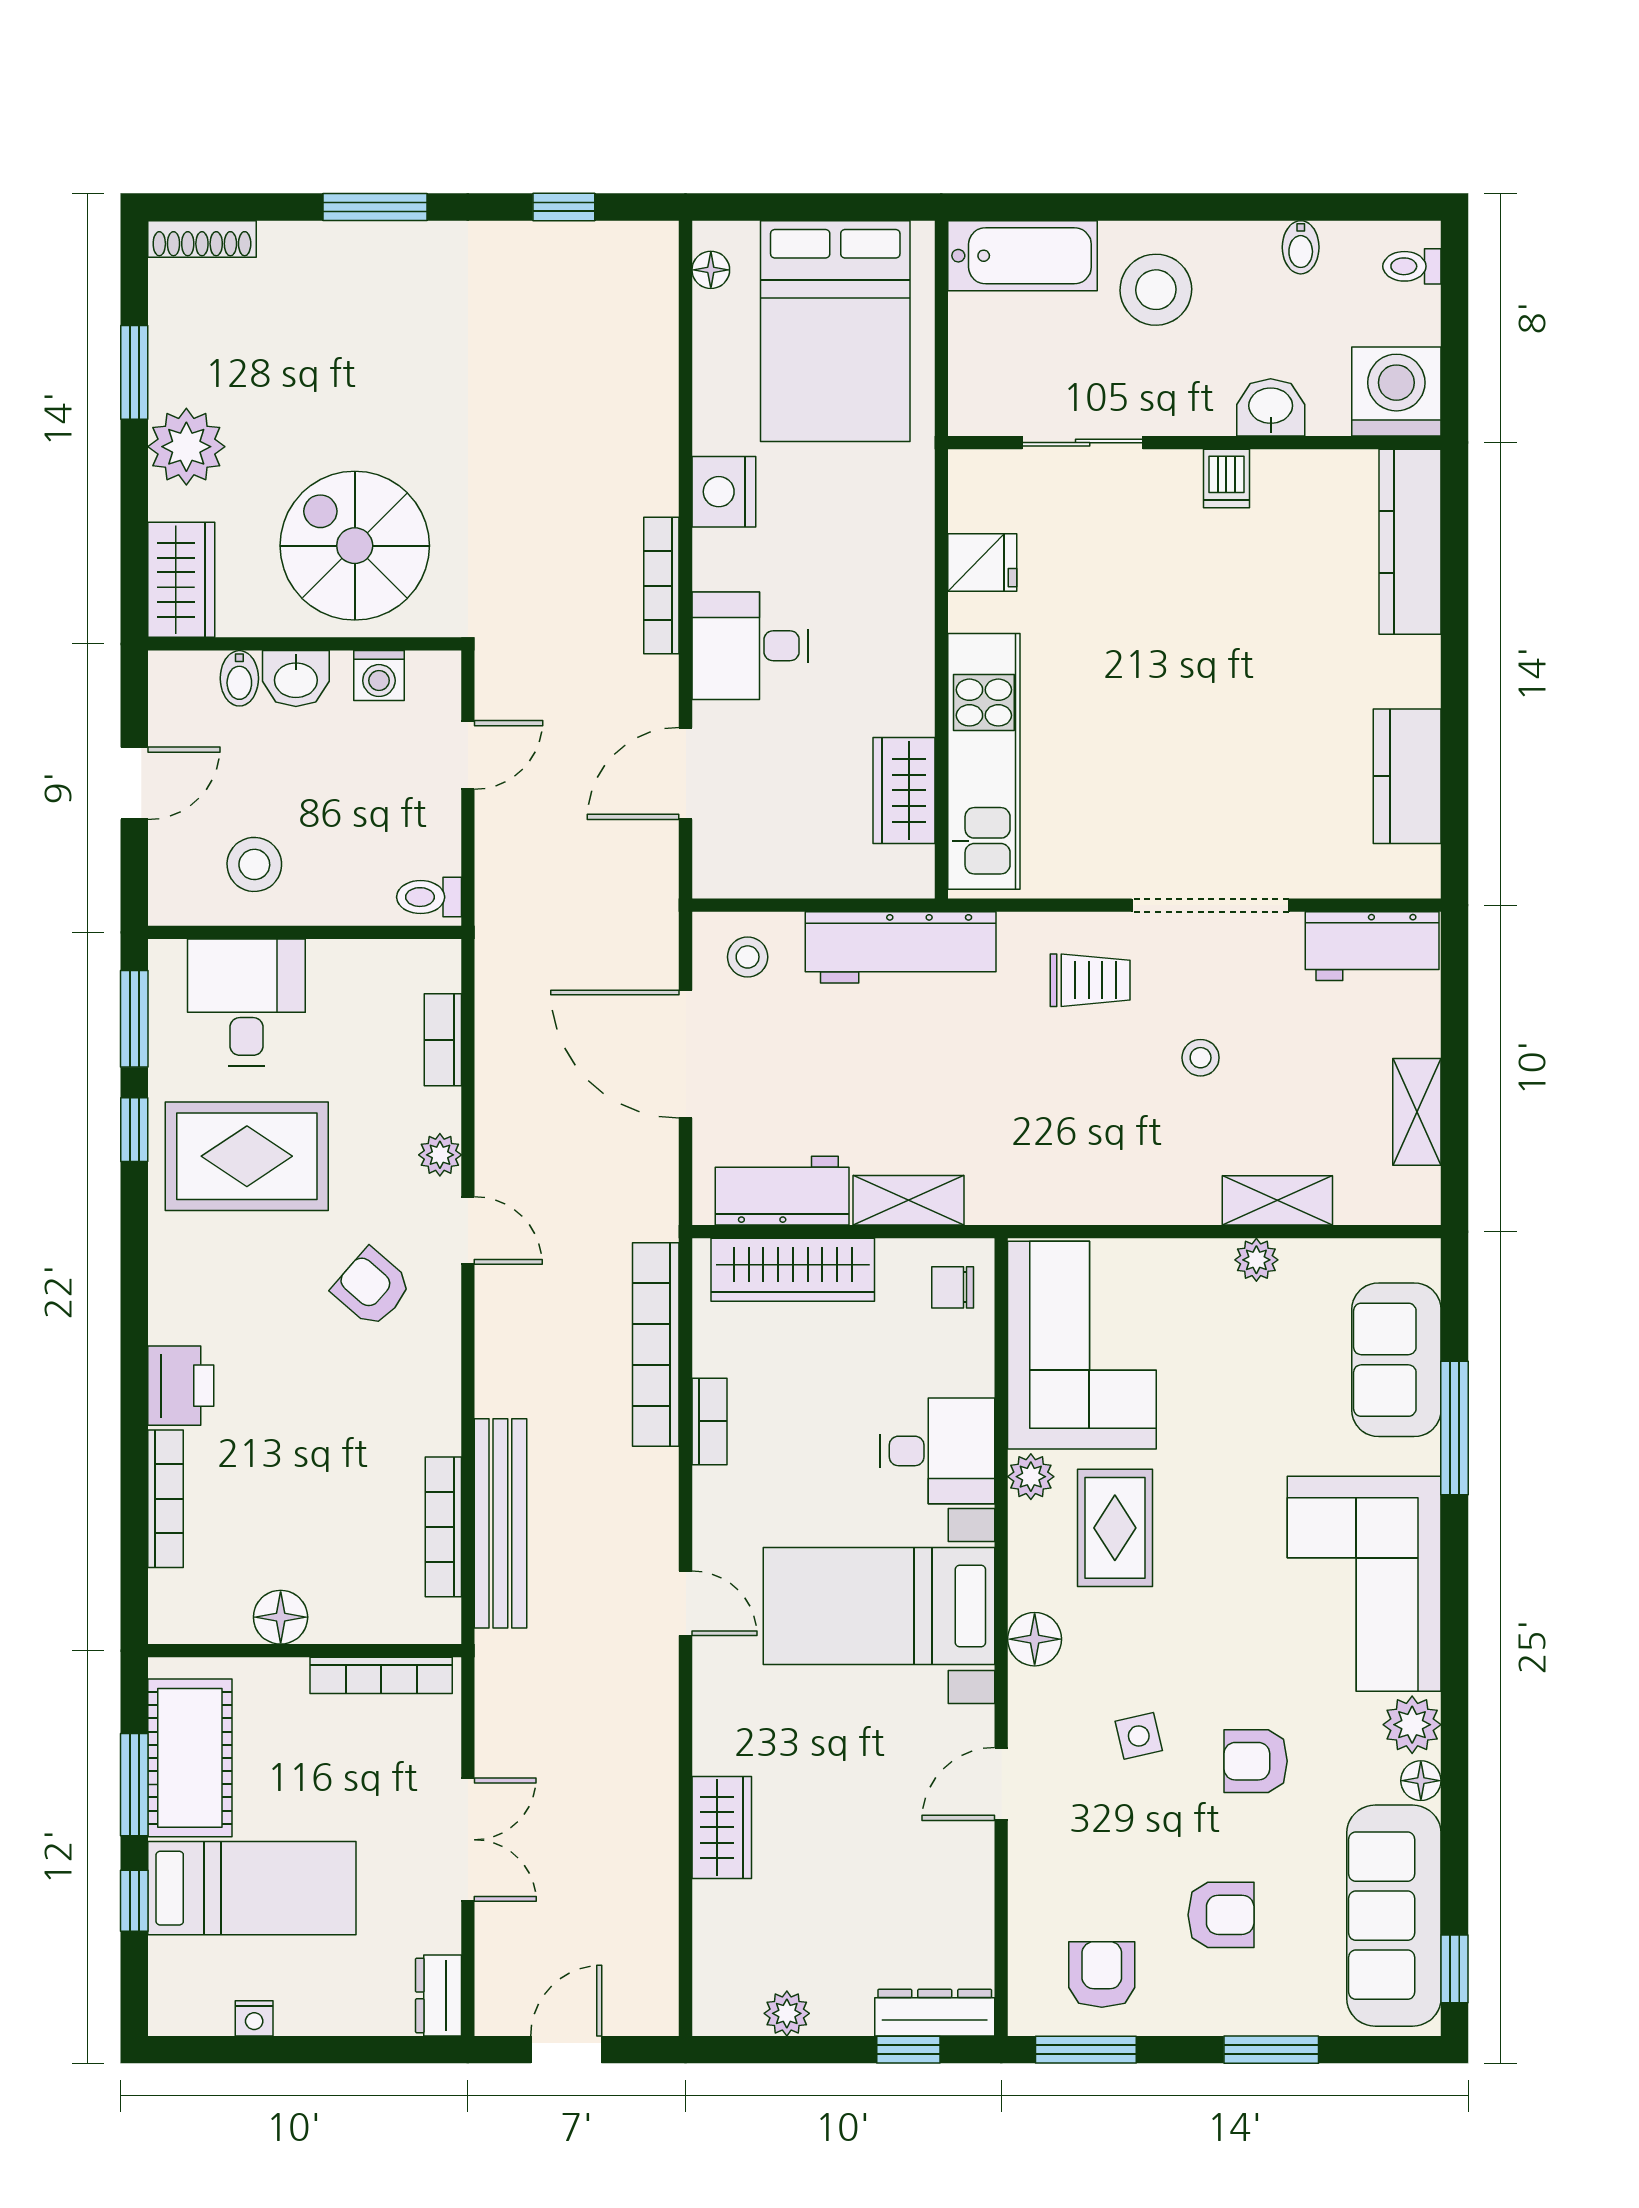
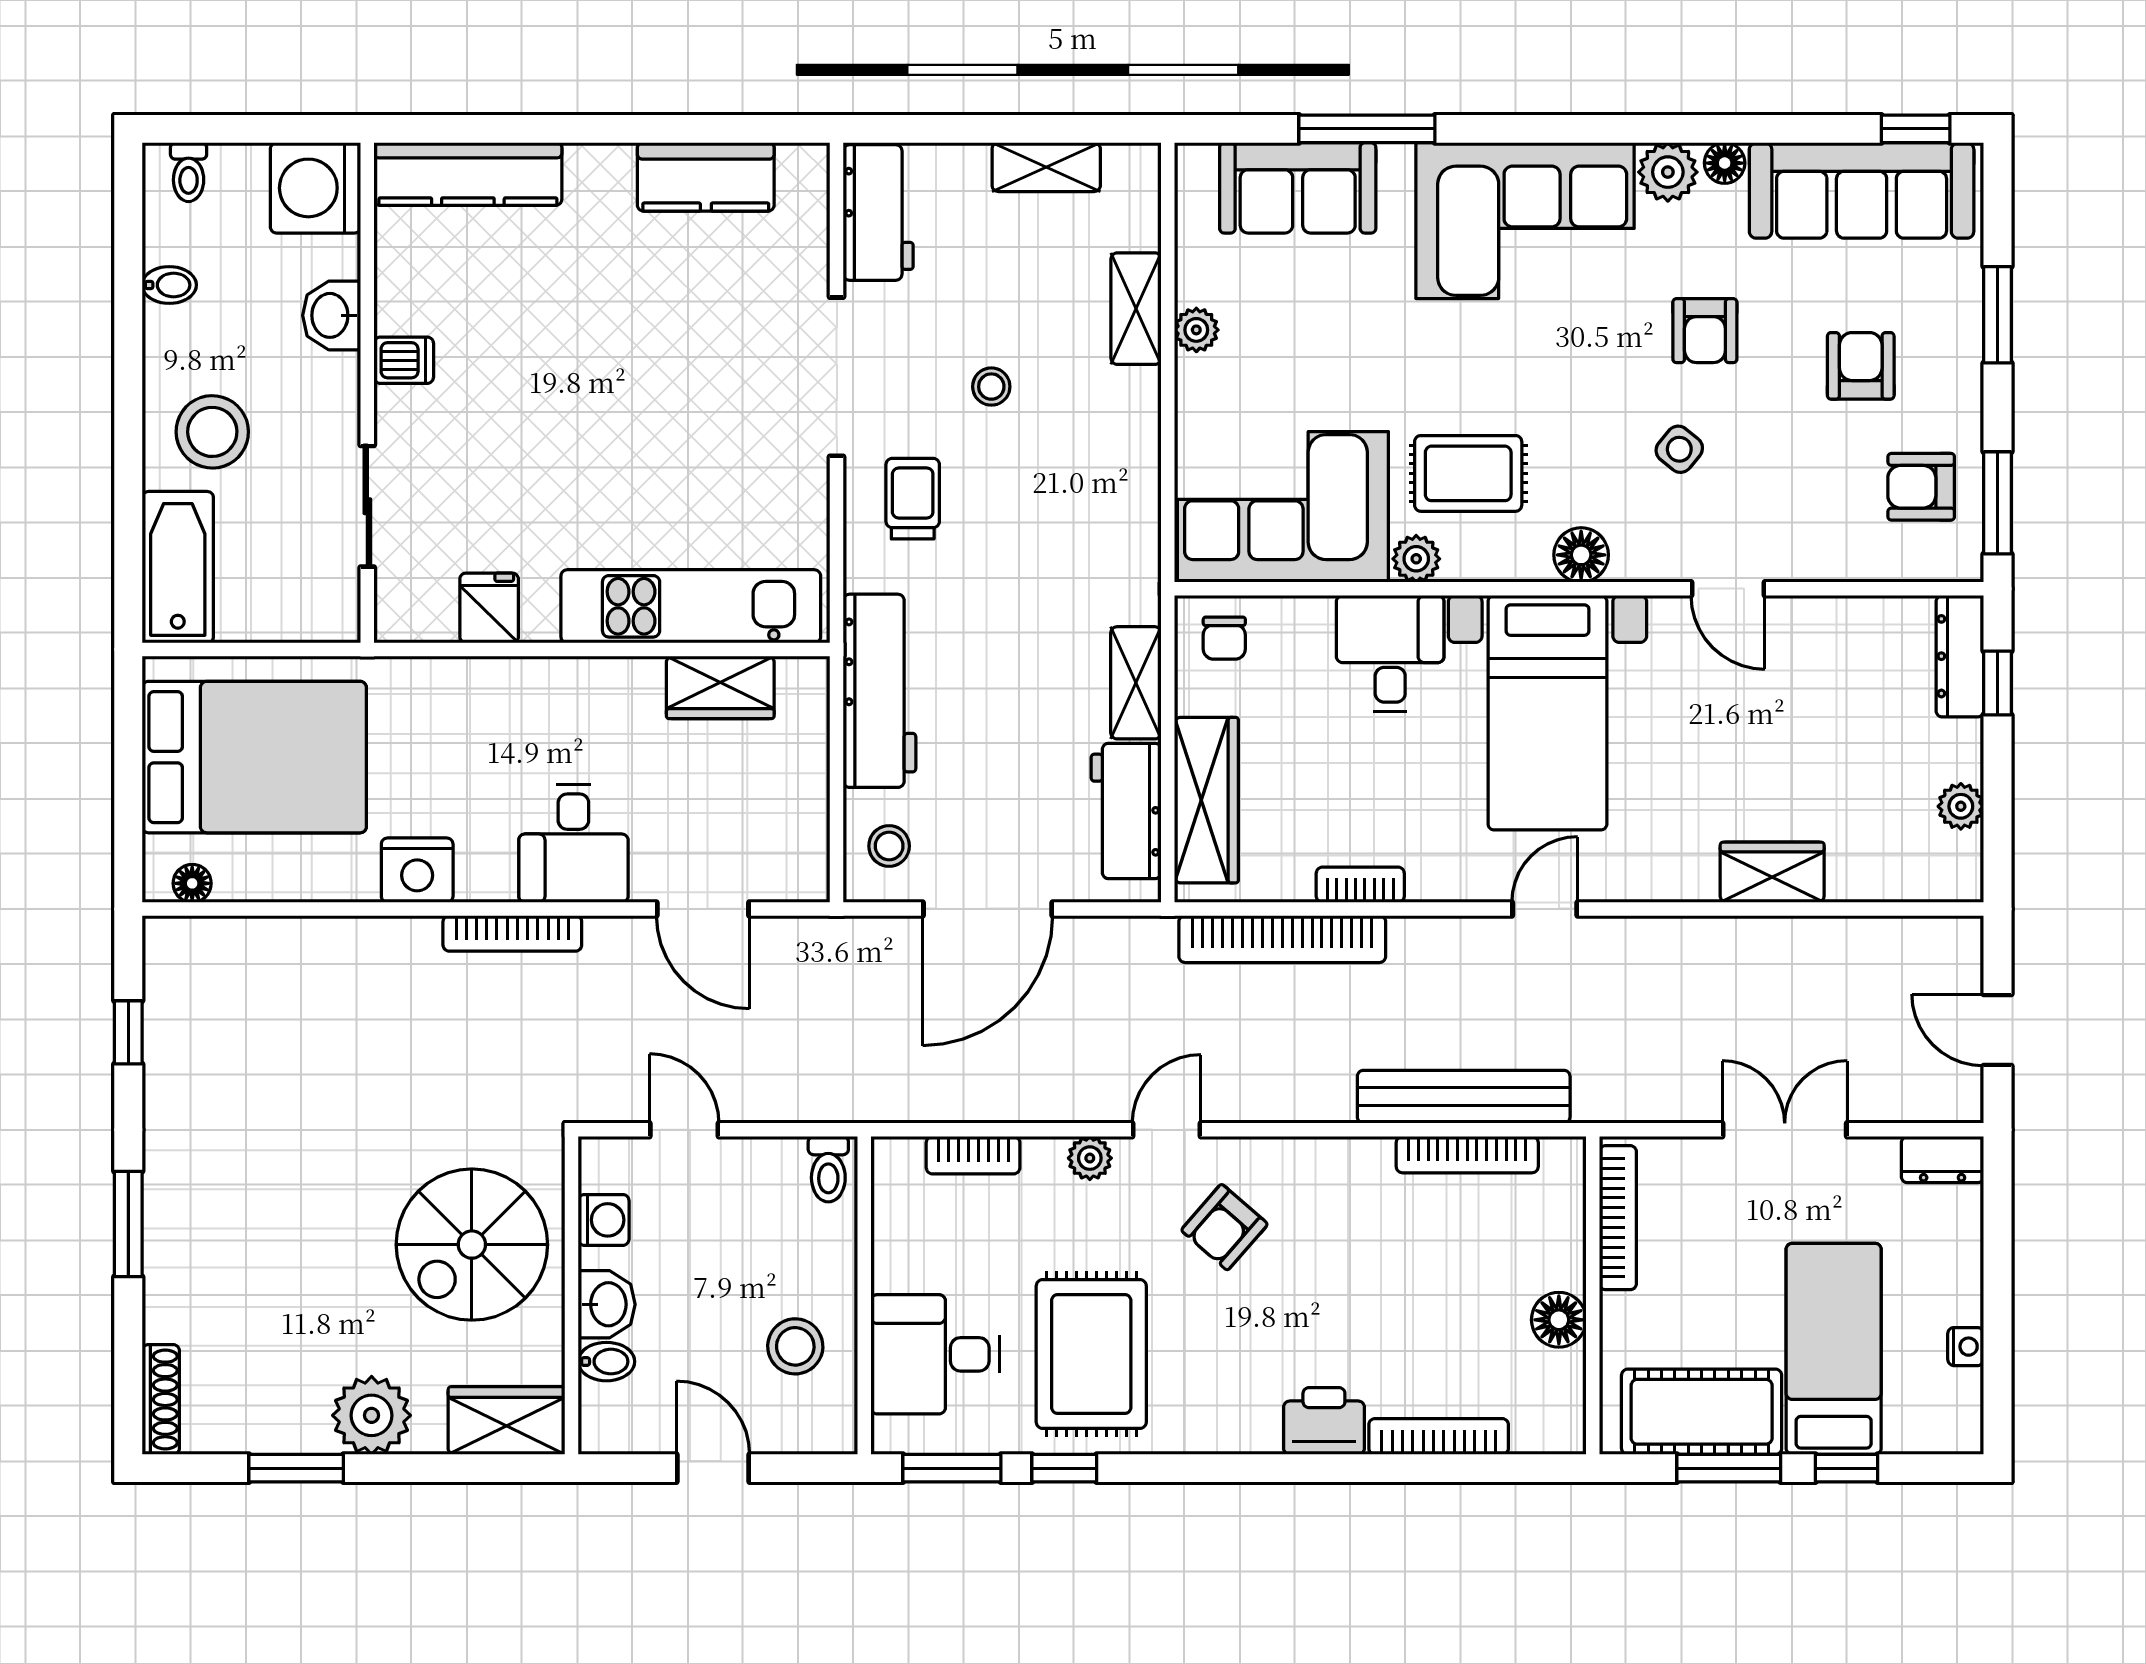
side table: (1139, 1736) -> (1679, 449), turned -38

